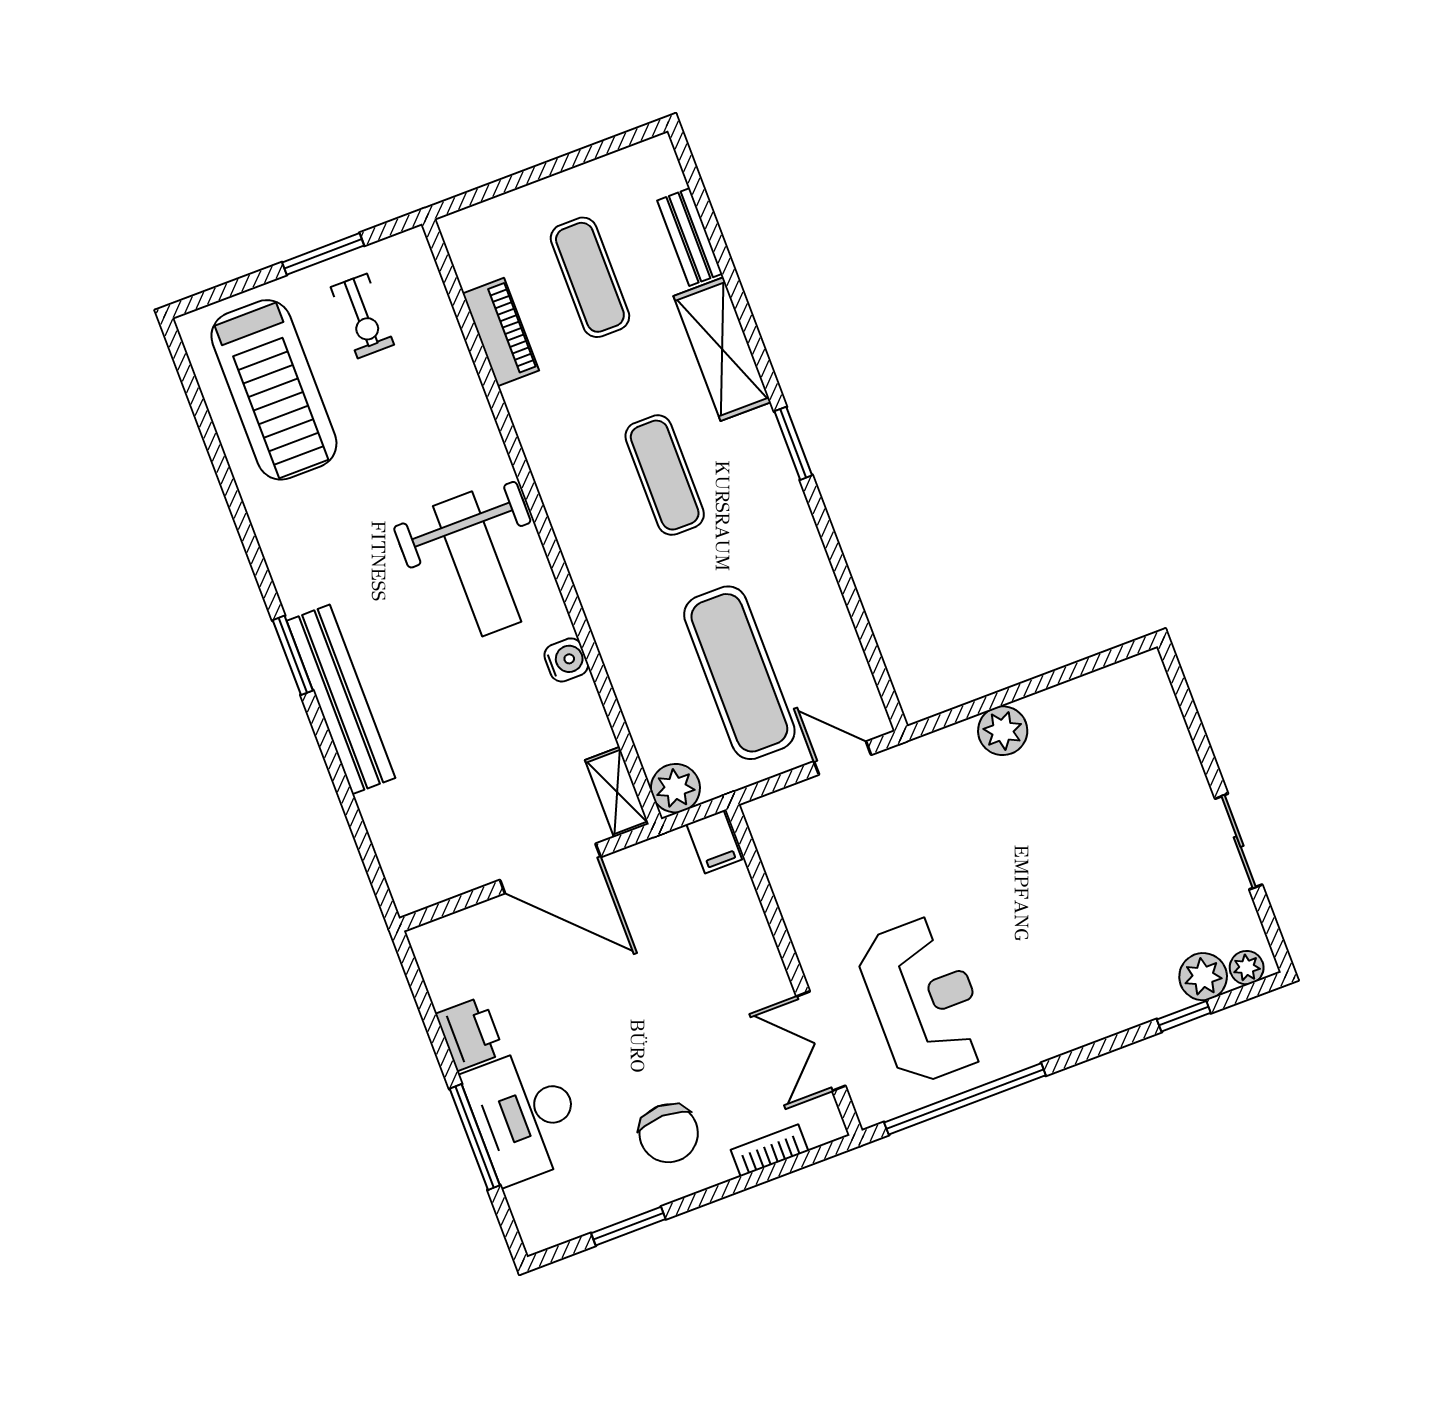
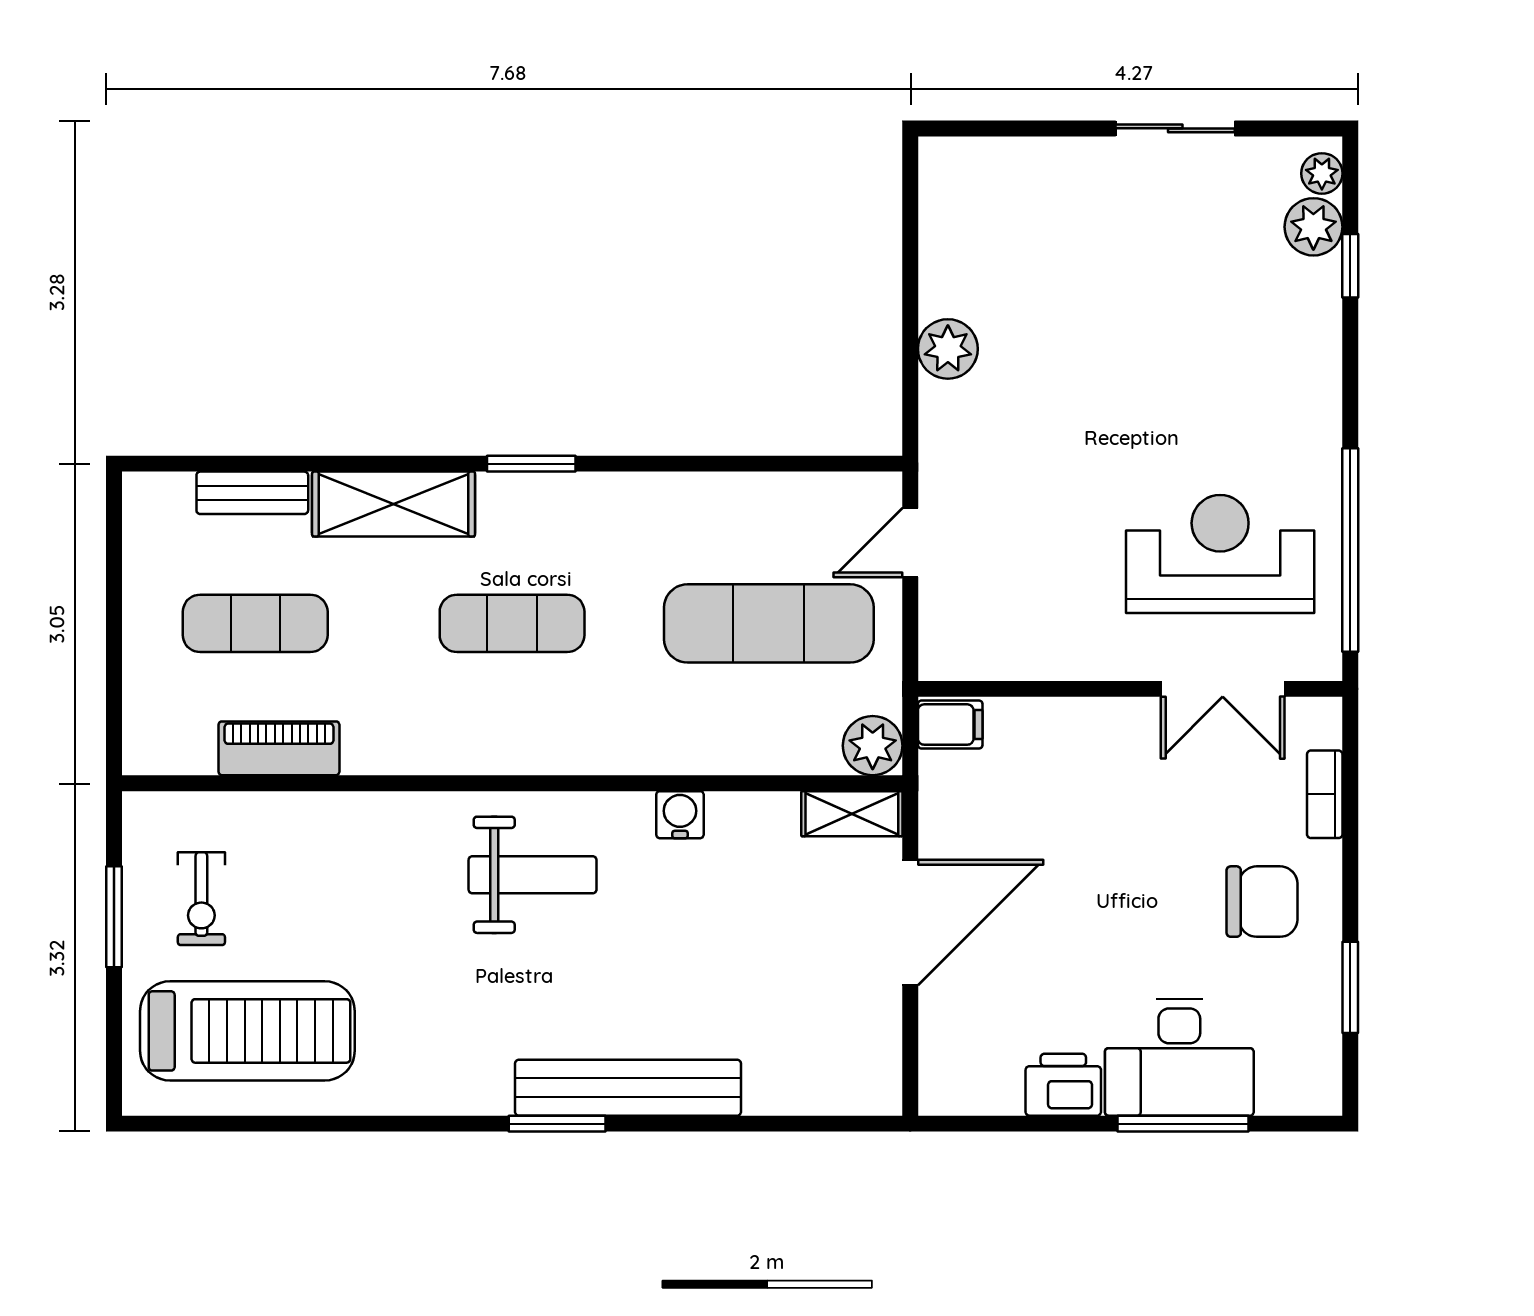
exercise bike: (362, 316) -> (201, 899), turned 90
weight bench: (477, 564) -> (533, 875), width x0.73, depth x0.75

